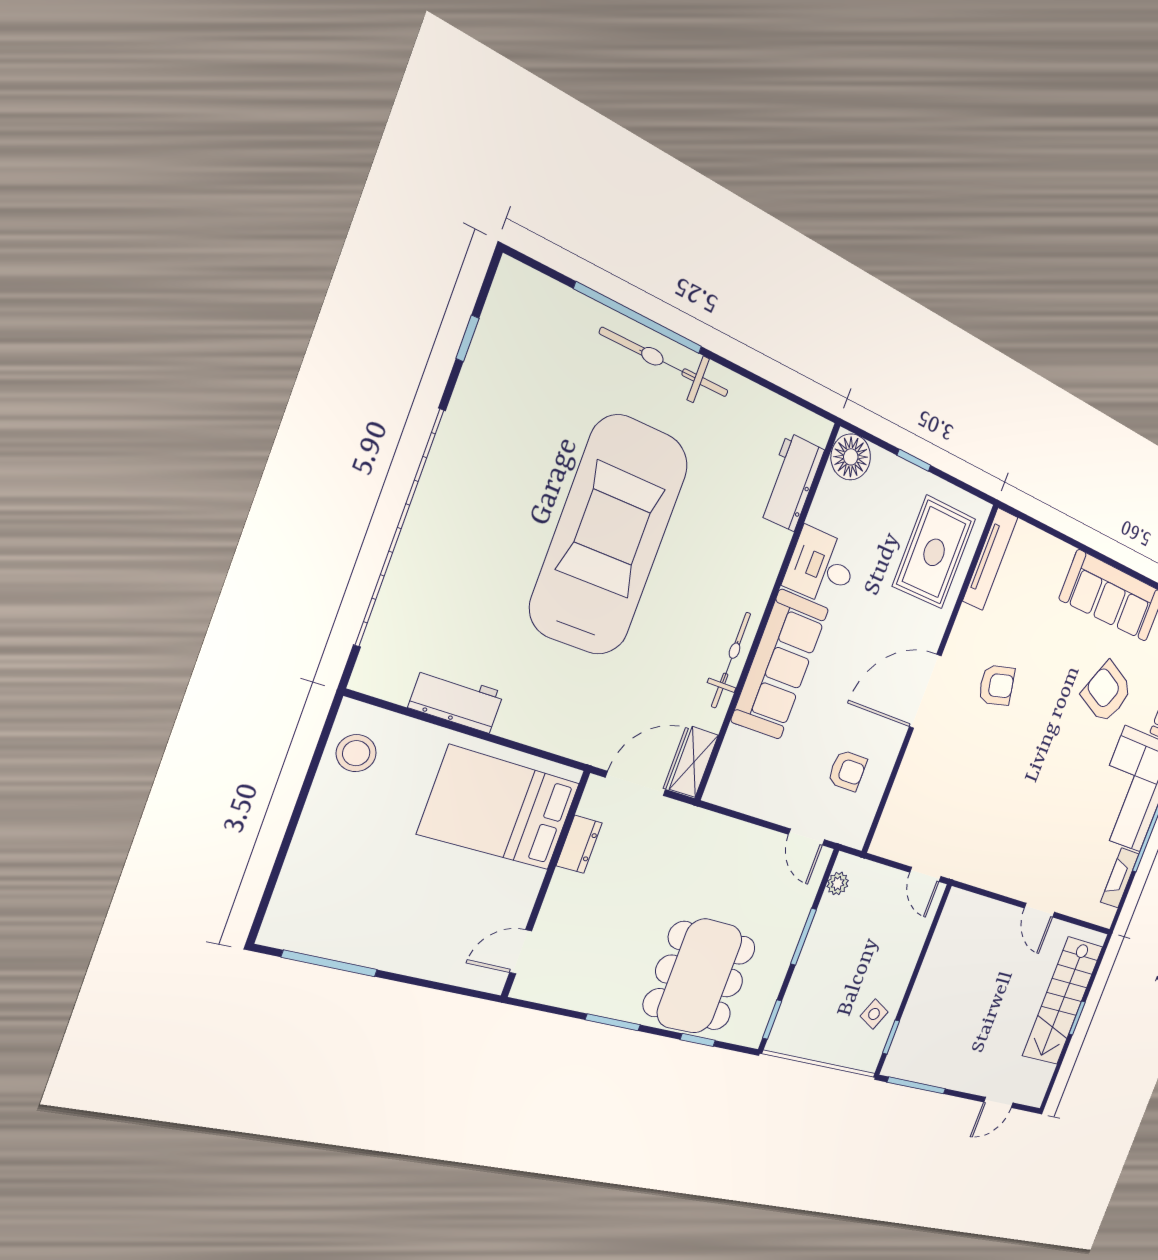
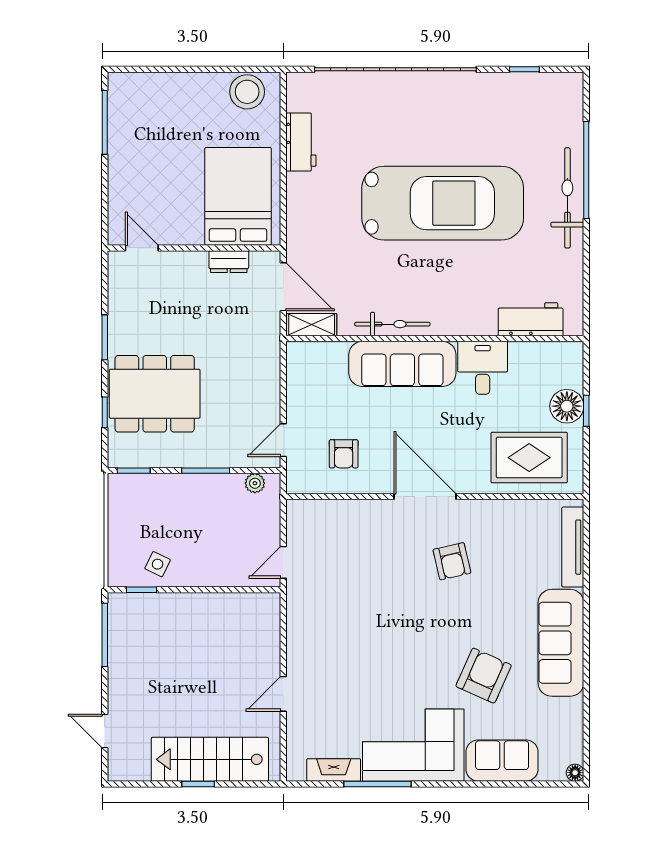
floor lamp: (851, 457) -> (567, 406), moved
tv unit: (990, 559) -> (573, 547), moved, turned 90
stool: (356, 753) -> (247, 92), width x1.38, depth x1.38

